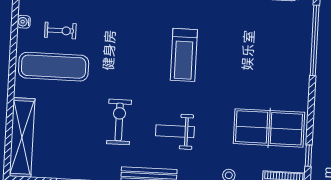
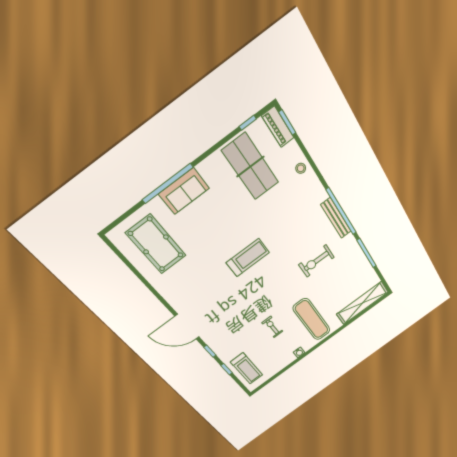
exercise bike: (60, 31) -> (272, 327), moved
sofa: (297, 49) -> (184, 191), added
weight bench: (175, 131) -> (298, 225), removed

